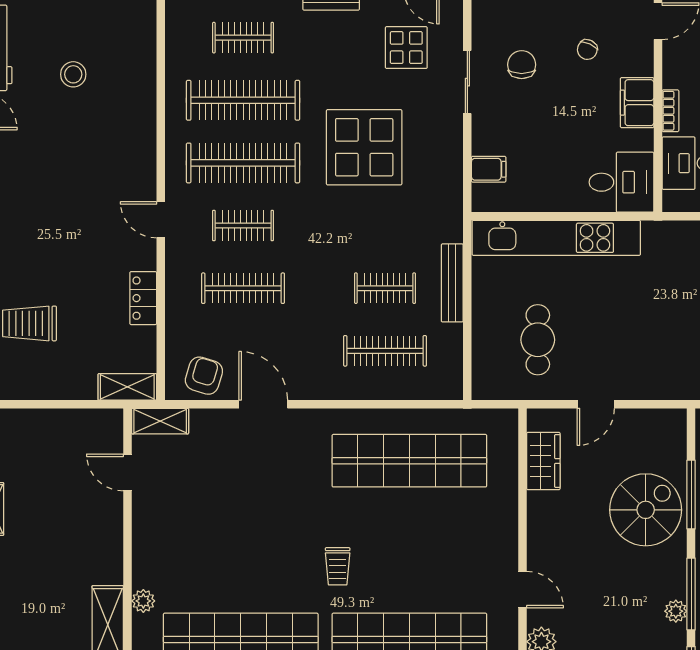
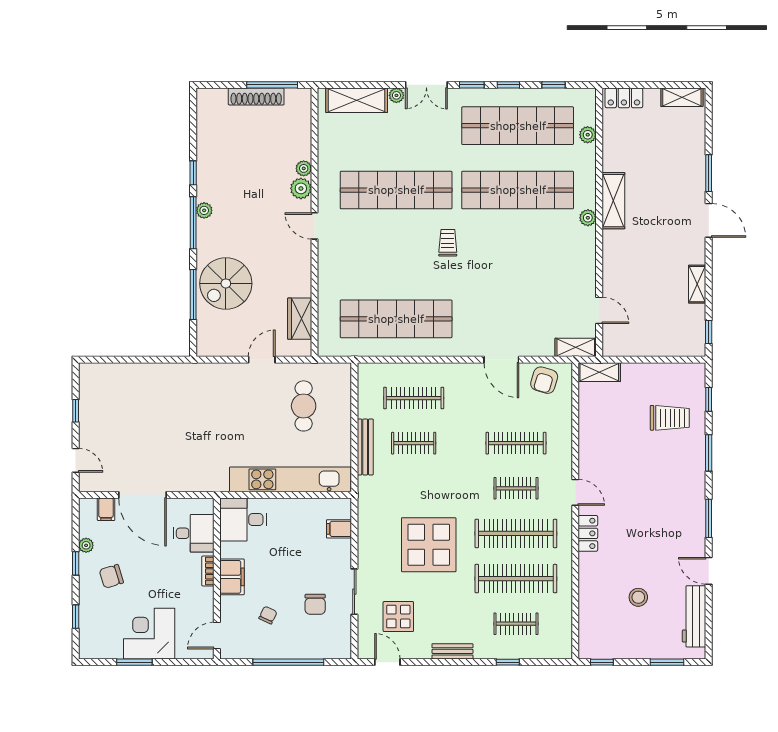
locker: (143, 298) -> (588, 533), moved

